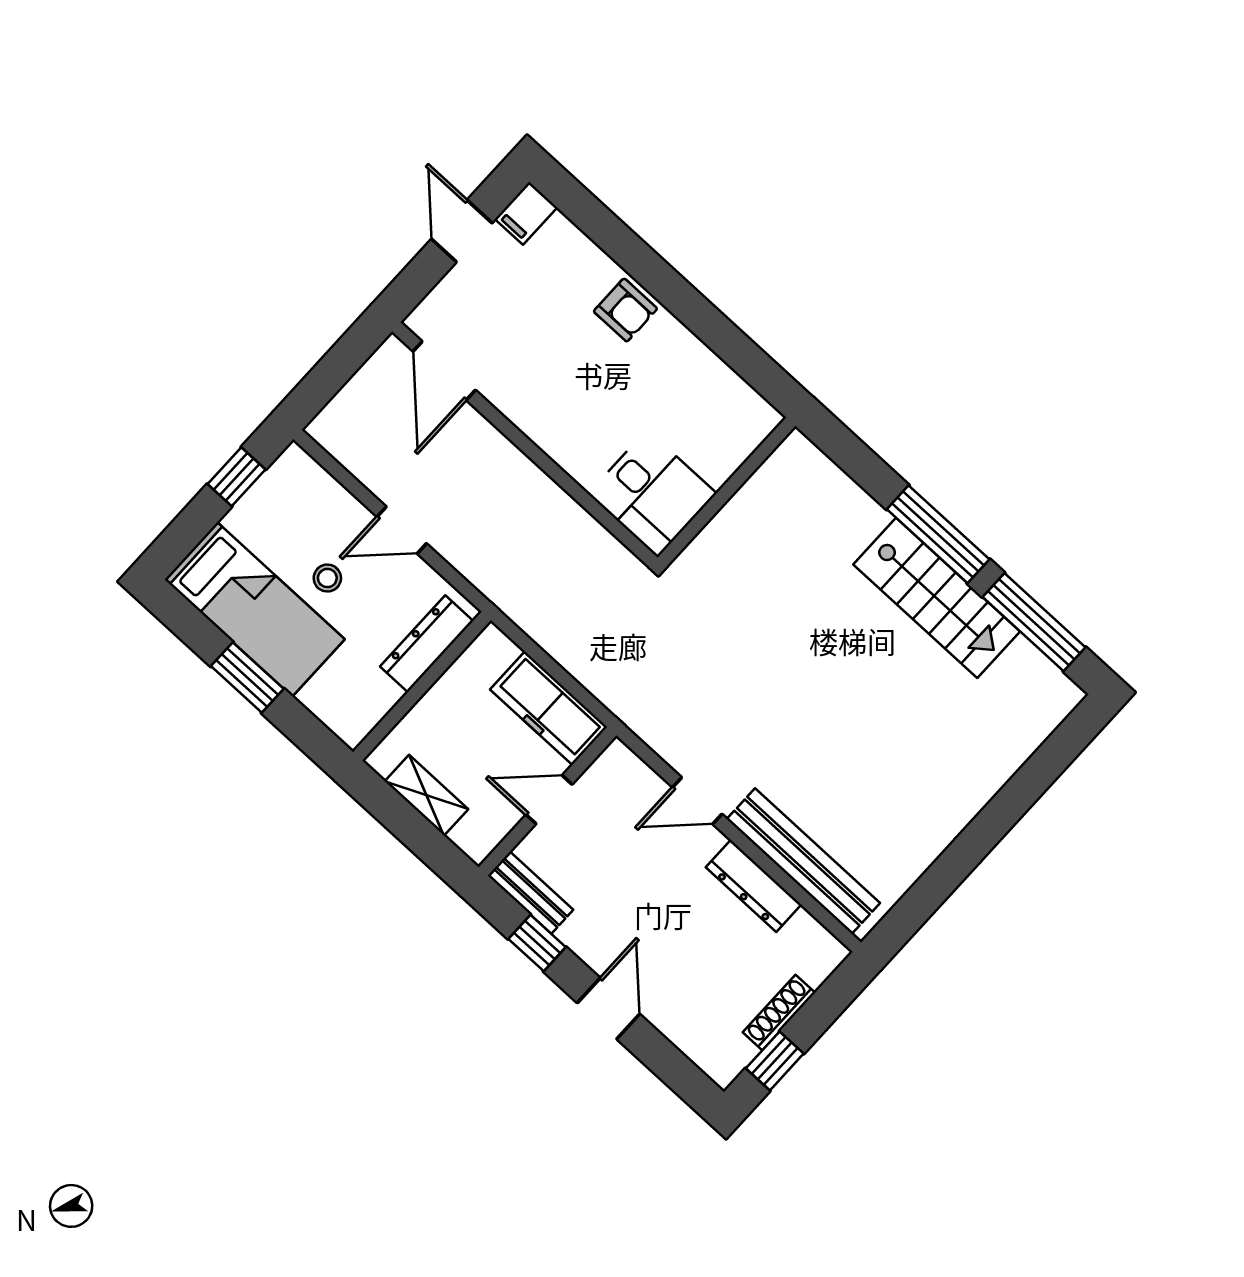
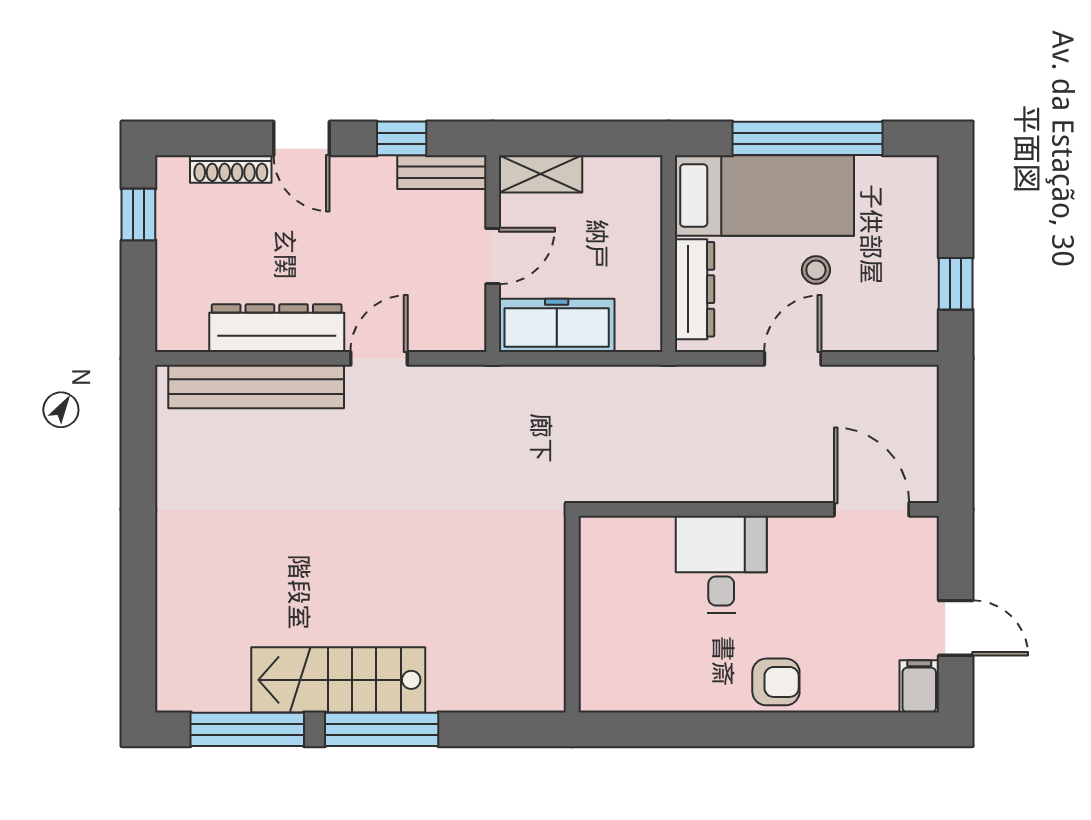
armchair: (625, 310) -> (776, 682), turned 180
desk: (652, 494) -> (721, 565), moved, turned 90
bed: (255, 609) -> (764, 195), moved, turned 180
window: (247, 677) -> (808, 138), width x2.11
shelving: (427, 795) -> (541, 174), moved
dresser: (753, 886) -> (277, 328), width x1.37, depth x1.24
shoe rack: (779, 1013) -> (231, 169), moved, turned 90

